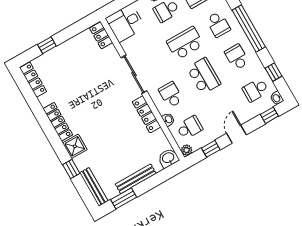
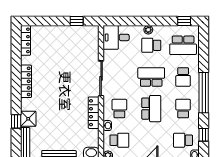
locker: (101, 35) -> (93, 36), removed
window: (47, 45) -> (77, 21), moved
shower: (75, 146) -> (28, 119), moved

